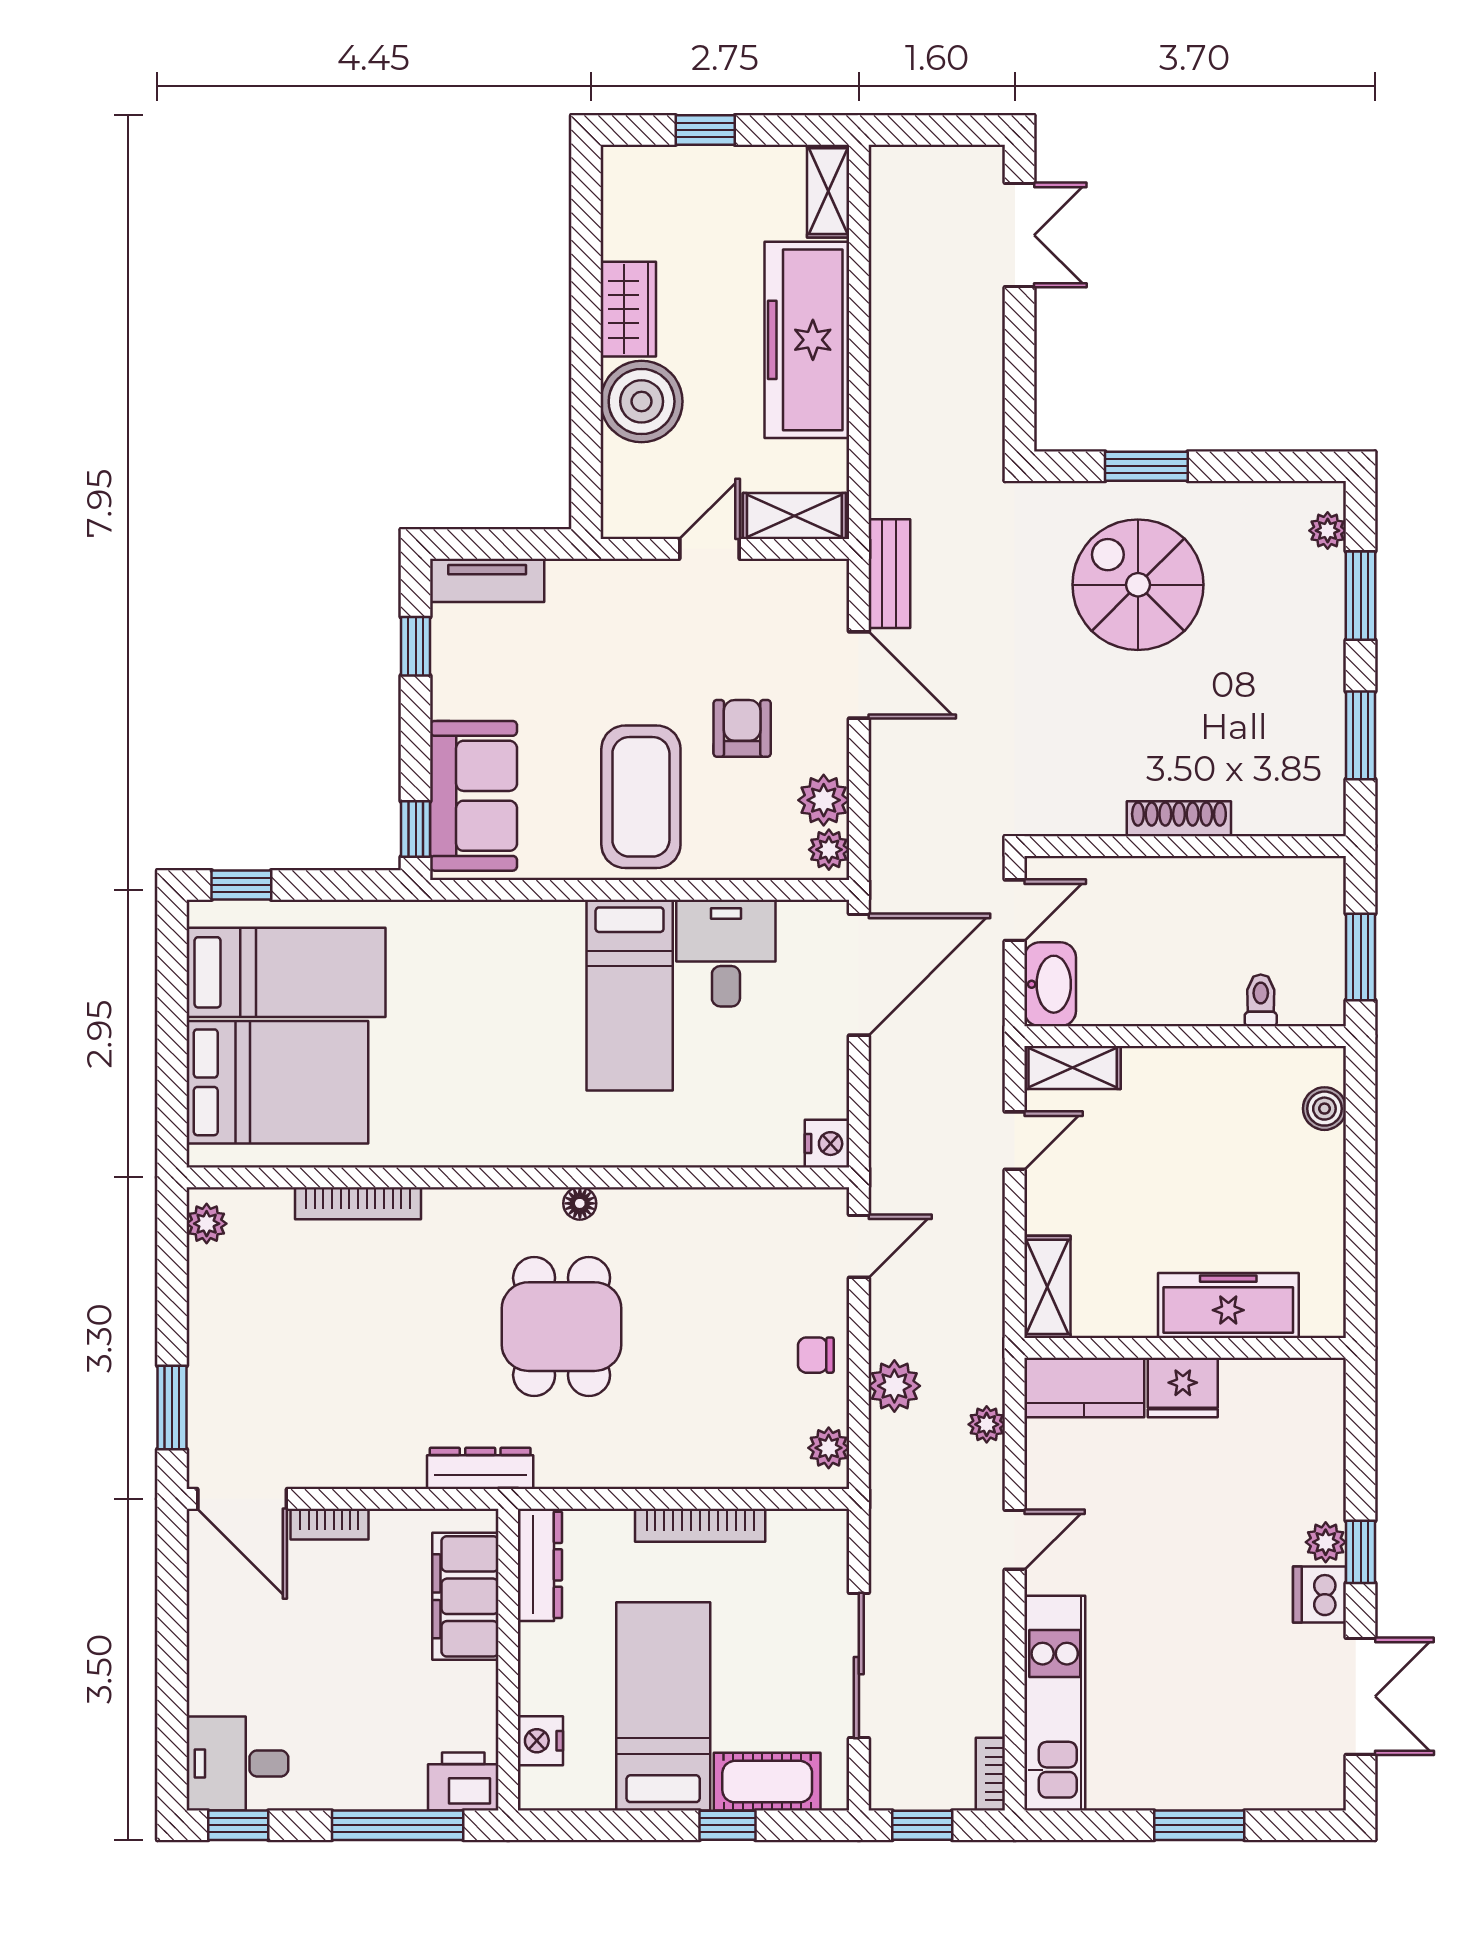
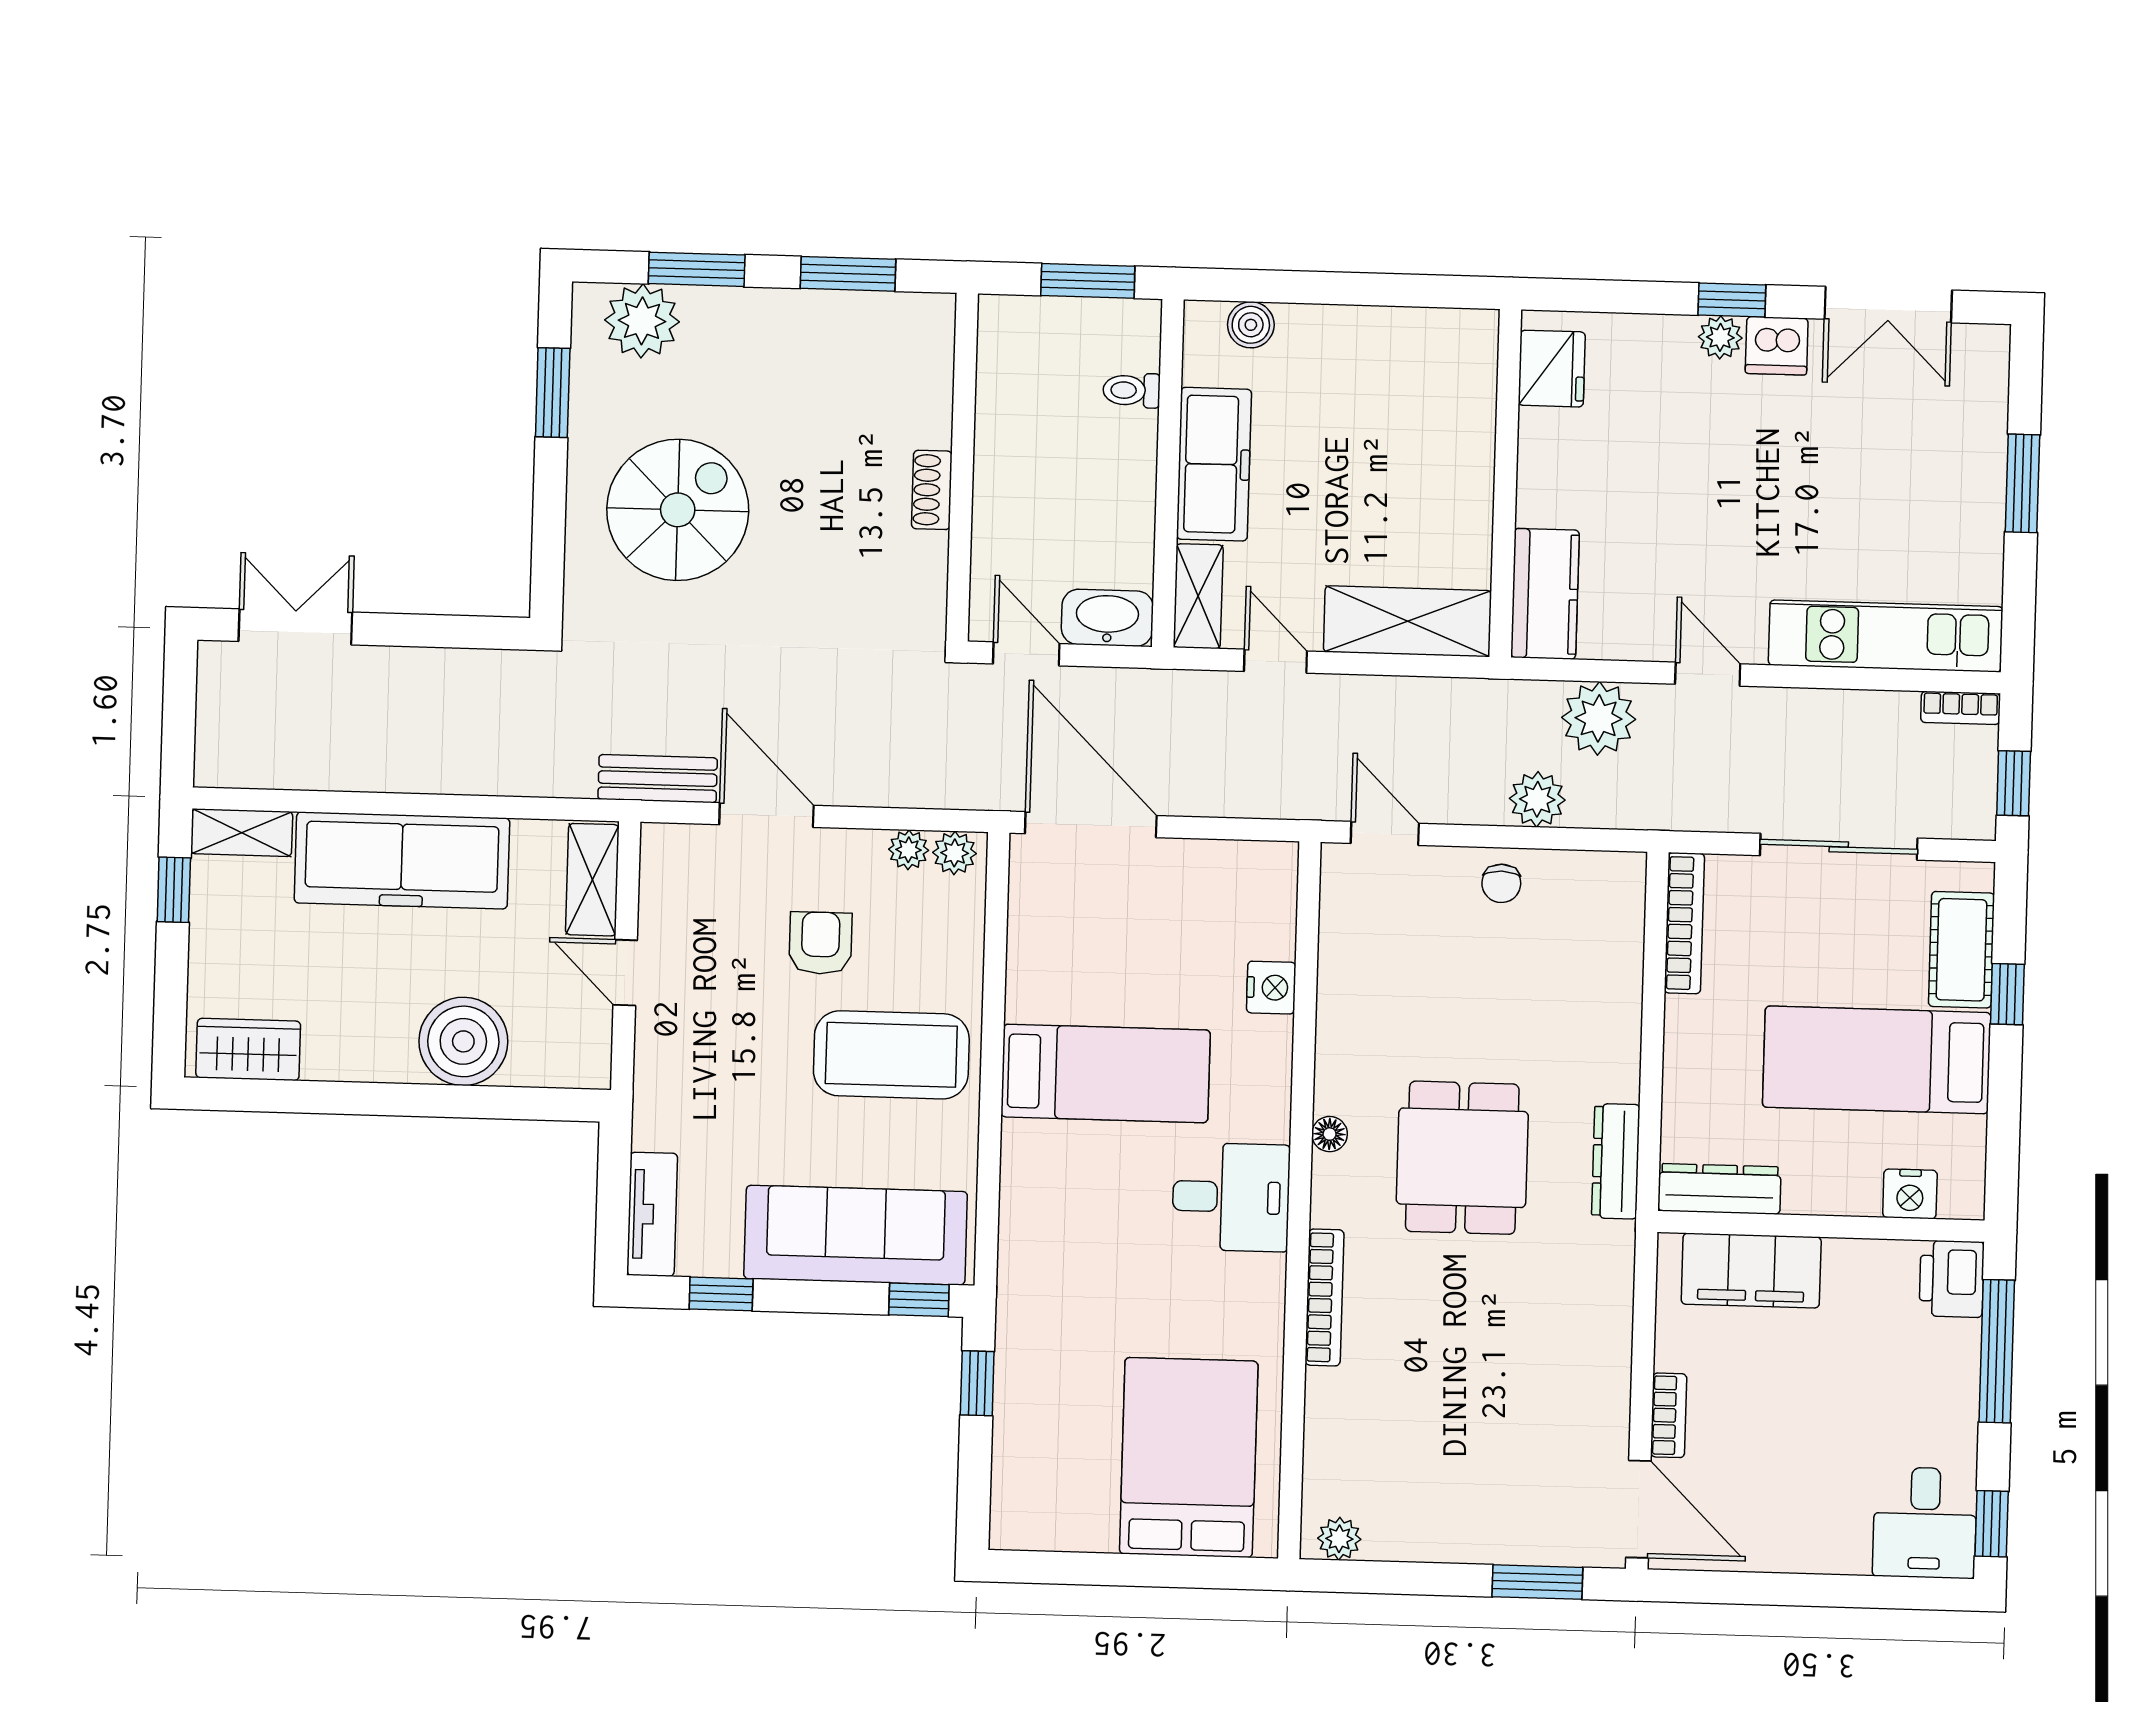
window: (705, 130) -> (174, 890), moved
wardrobe: (628, 309) -> (248, 1049), moved
window: (1146, 466) -> (553, 393), moved
plant: (1328, 531) -> (642, 321), width x1.87, depth x1.87
spiral stairs: (1138, 585) -> (678, 510), turned 180
door: (859, 675) -> (766, 815), hinge flipped
armchair: (742, 728) -> (820, 943), turned 90
sofa: (474, 796) -> (856, 1235), width x1.36
plant: (824, 800) -> (909, 850), width x0.73, depth x0.73
shoe rack: (1179, 819) -> (932, 490), width x0.70
window: (241, 885) -> (977, 1383), moved
desk: (726, 953) -> (1231, 1197), moved, turned 180
bed: (286, 972) -> (1070, 1445), removed
nightstand: (827, 1144) -> (1271, 988), moved, turned 90
bookcase: (358, 1203) -> (1324, 1297), moved
shelving: (1047, 1287) -> (1407, 621), width x1.50, depth x1.33
freezer: (1228, 1305) -> (1214, 464), moved, turned 180
dining table: (562, 1327) -> (1462, 1158), turned 90
fridge: (1183, 1388) -> (1552, 369), moved
plant: (987, 1424) -> (1599, 718), width x1.88, depth x1.88
plant: (829, 1448) -> (1602, 873), removed
dresser: (480, 1468) -> (1616, 1161), moved
door: (242, 1499) -> (1638, 1509), hinge flipped
bookcase: (700, 1525) -> (1684, 923), moved
double door: (1361, 1696) -> (1888, 305), swing flipped

